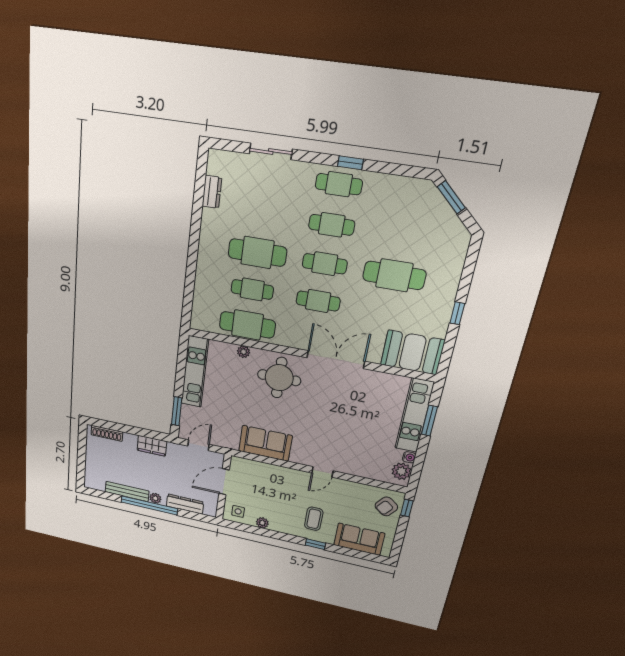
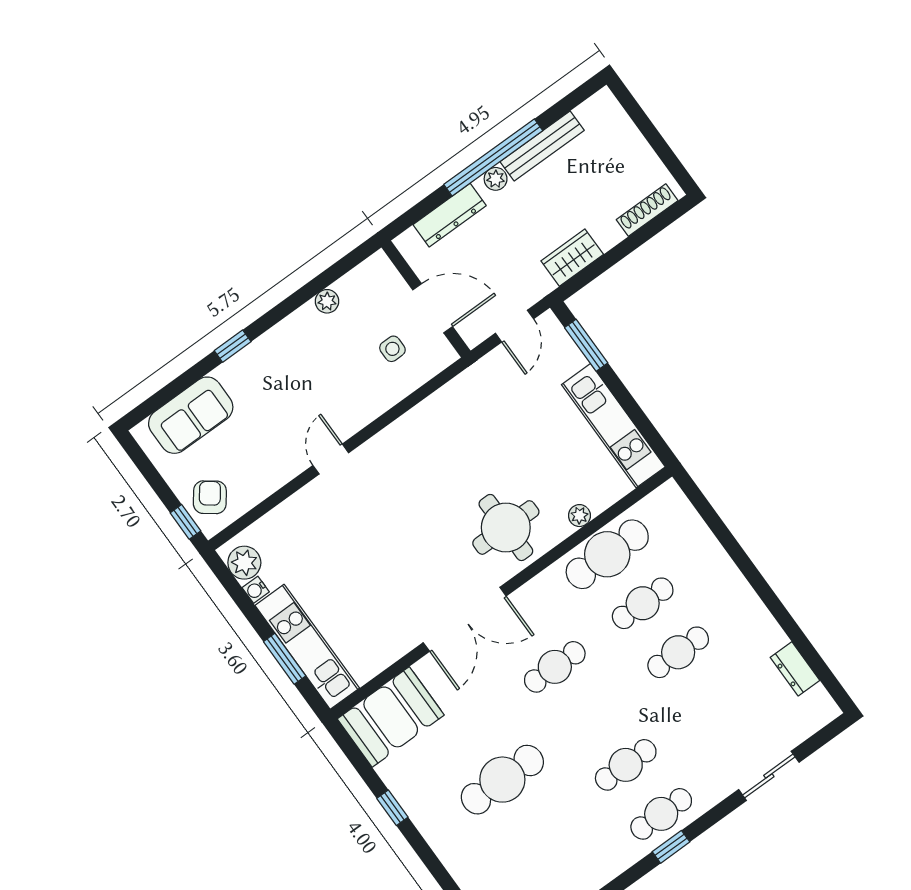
cafe table: (257, 253) -> (678, 652), width x0.73, depth x0.74
cafe table: (325, 264) -> (590, 716), removed
sofa: (265, 443) -> (436, 422), removed
door: (224, 482) -> (433, 308), hinge flipped
side table: (238, 511) -> (392, 349), moved
coffee table: (314, 519) -> (273, 381), removed

